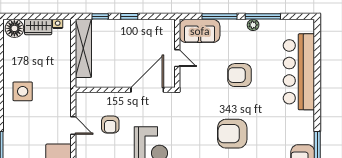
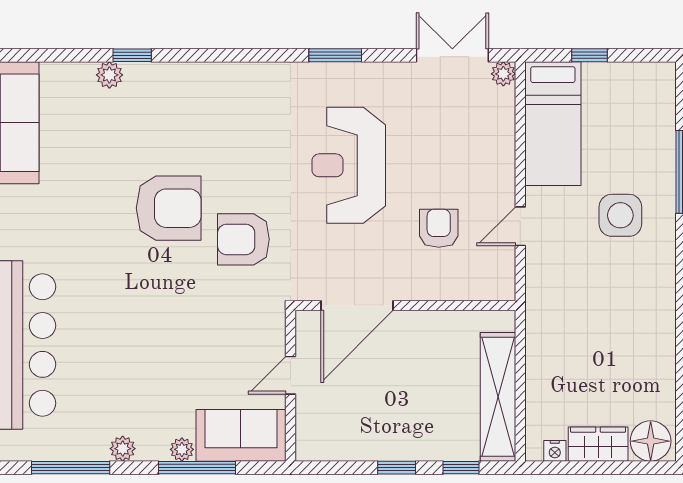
window: (263, 16) -> (71, 468), moved
plant: (226, 25) -> (182, 449), added
door: (177, 58) -> (291, 375), hinge flipped
armchair: (240, 75) -> (243, 239), moved, turned 180
side table: (23, 91) -> (620, 215), moved
door: (73, 125) -> (520, 226), hinge flipped

